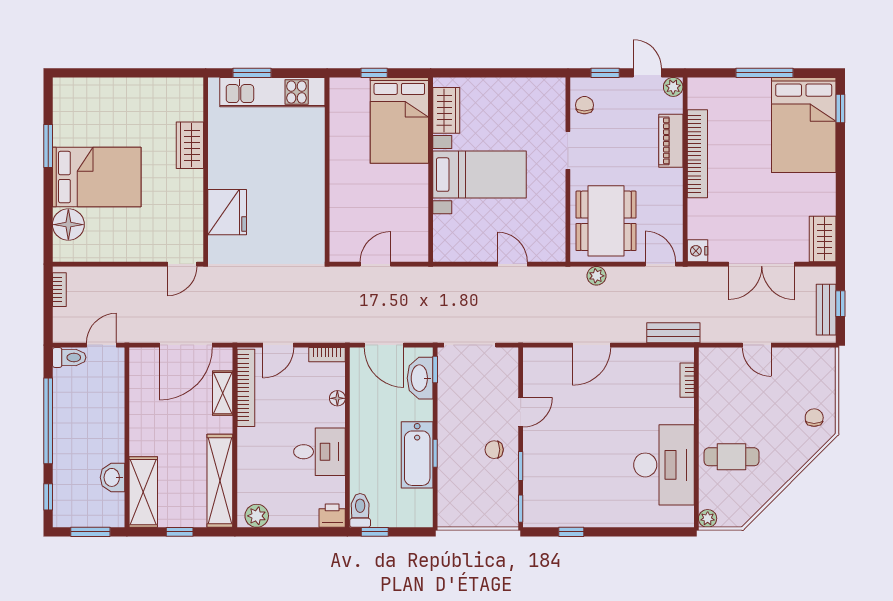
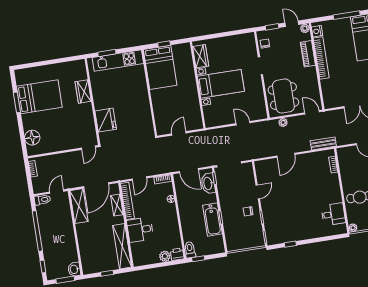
bed: (399, 120) -> (160, 67), moved
bed: (97, 177) -> (39, 97), moved
nightstand: (697, 251) -> (317, 31), moved
desk: (319, 452) -> (140, 230), moved, turned 180
desk: (664, 465) -> (333, 214), width x0.53, depth x0.77
washbasin: (112, 477) -> (74, 269), moved
shelving: (143, 492) -> (79, 206), moved
plant: (257, 516) -> (165, 256), moved

